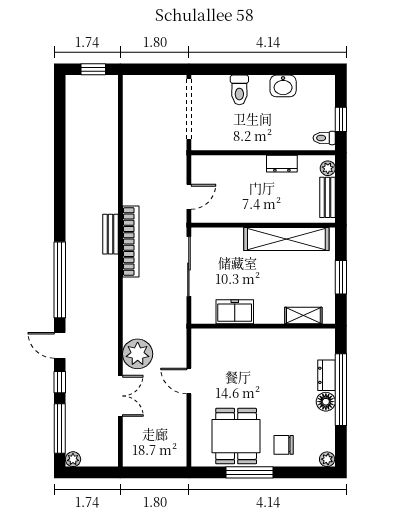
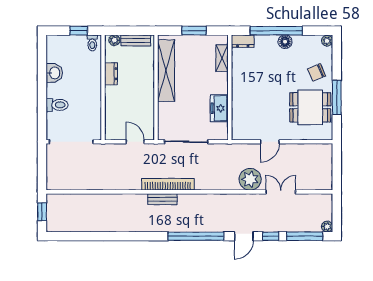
dresser: (327, 375) -> (243, 41), moved
chair: (284, 445) -> (317, 72), turned 67

